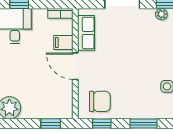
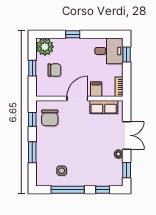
plant: (161, 14) -> (118, 154), moved
chair: (39, 96) -> (54, 70), added
window: (51, 124) -> (32, 68), moved

